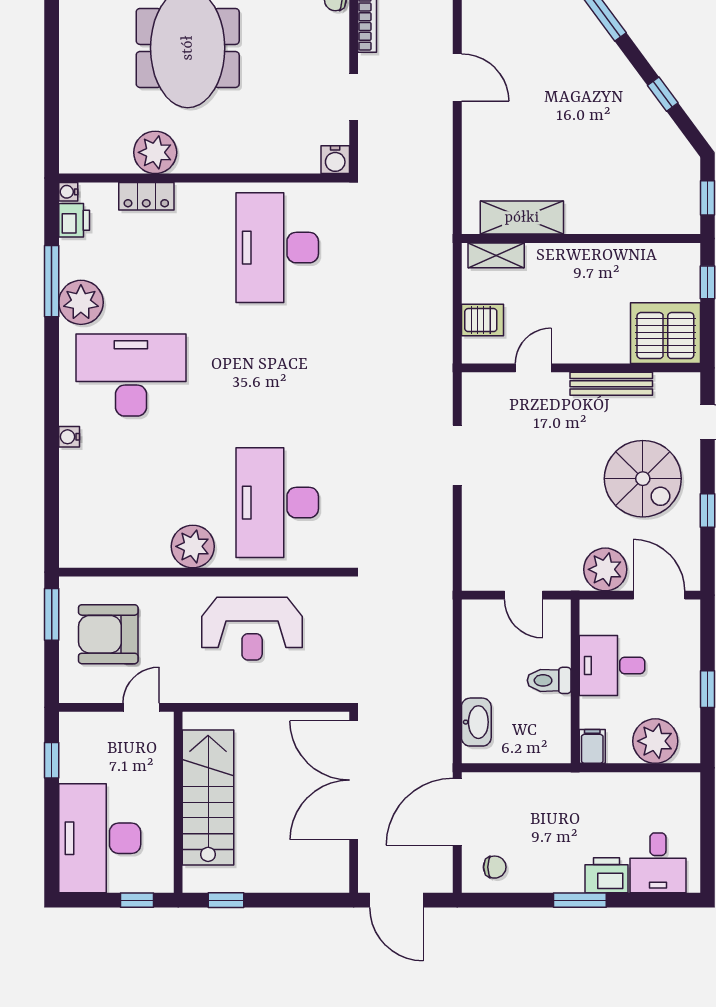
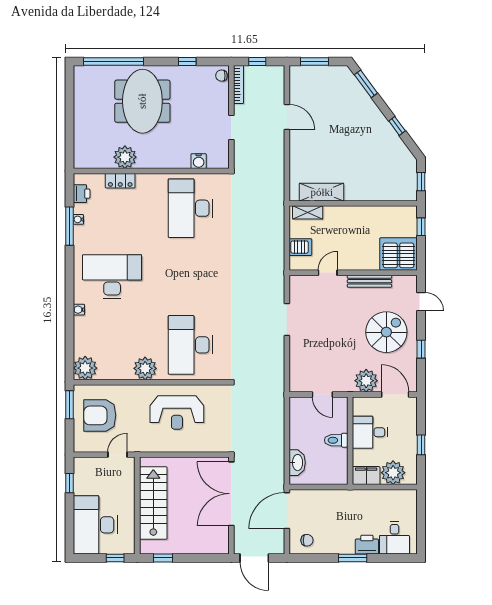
water cooler: (335, 160) -> (199, 161), moved
water cooler: (68, 192) -> (78, 219), moved
plant: (81, 302) -> (85, 368), moved
spiral stairs: (643, 479) -> (386, 332), turned -90
filing cabinet: (592, 746) -> (366, 476), width x2.00

